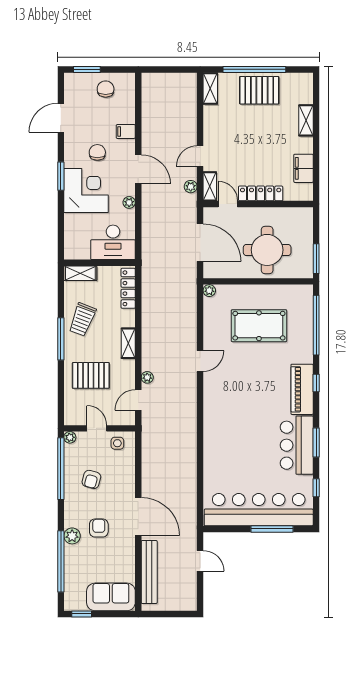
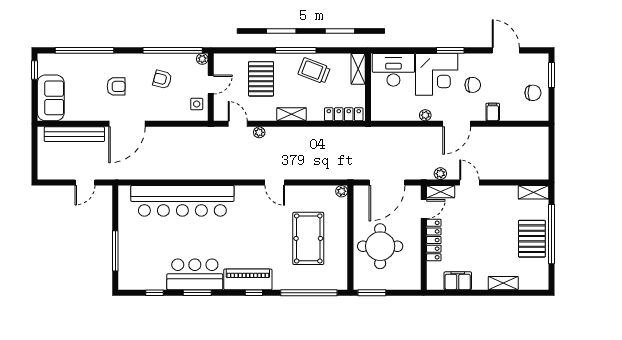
desk: (113, 242) -> (393, 70), moved, turned 90
bar counter: (259, 510) -> (182, 201), moved, turned 90
plant: (72, 536) -> (109, 61), removed

